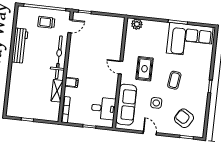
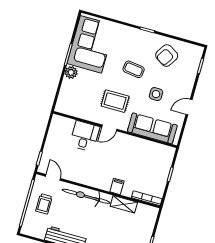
plant: (137, 24) -> (71, 72), moved
desk: (103, 108) -> (85, 136), moved
armchair: (184, 118) -> (167, 56), moved

